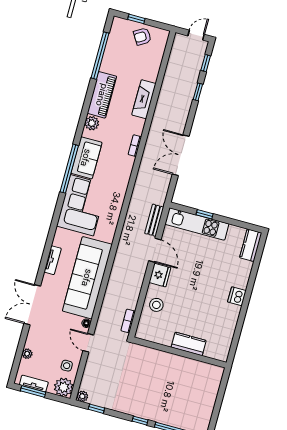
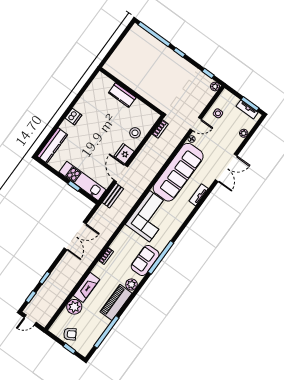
corner sofa: (82, 205) -> (150, 216), moved, turned 180
kitchen counter: (251, 245) -> (52, 145), width x1.50
door: (88, 343) -> (196, 124), hinge flipped
plant: (64, 387) -> (74, 307), moved

